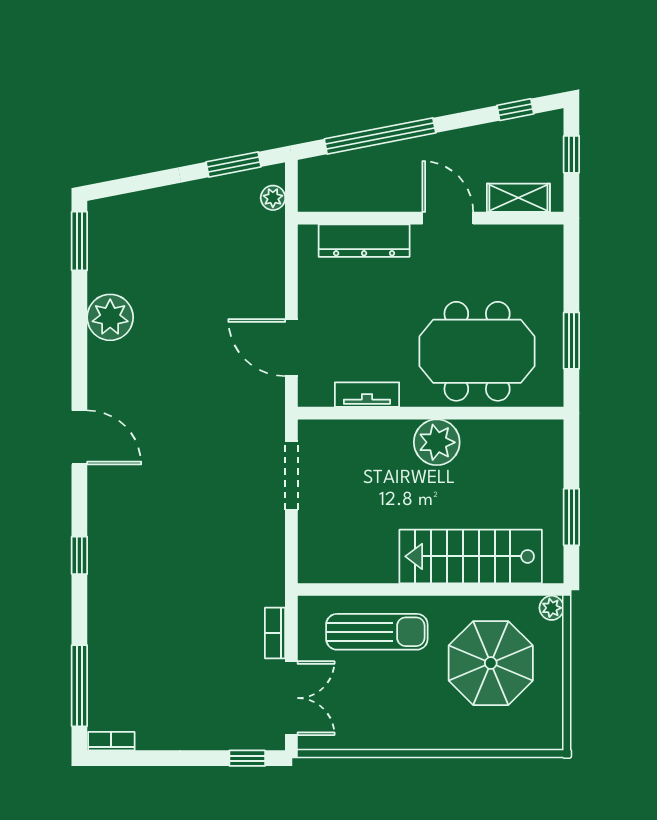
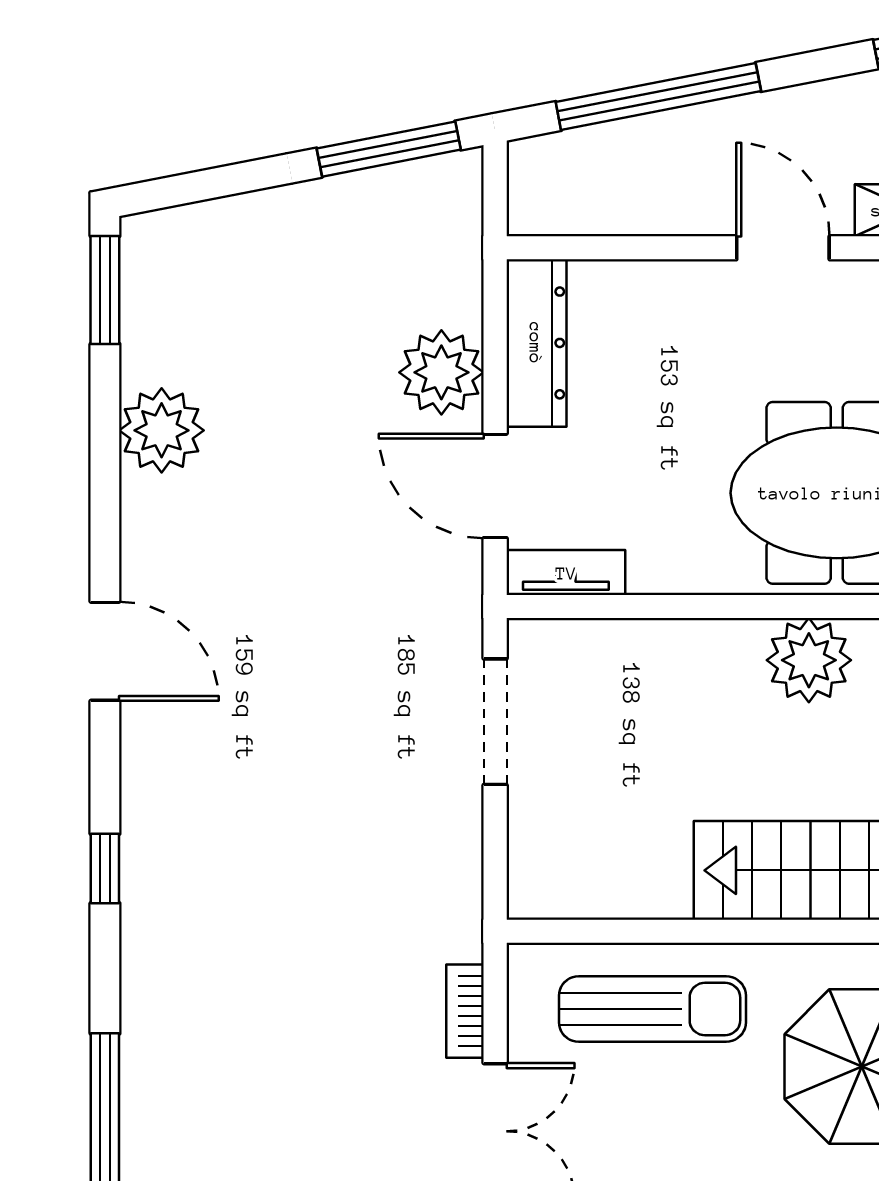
window: (234, 164) -> (389, 149), width x1.44
plant: (273, 198) -> (441, 372), moved, width x1.88, depth x1.88
dresser: (364, 241) -> (536, 343), moved, turned -90
tv unit: (367, 395) -> (566, 573), moved
plant: (437, 442) -> (809, 660), moved

